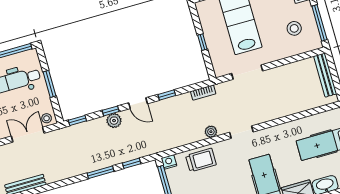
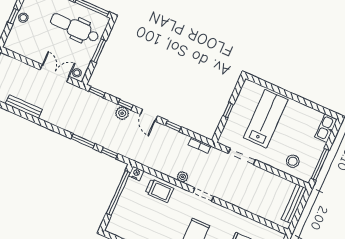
stool: (294, 28) -> (293, 161), moved

